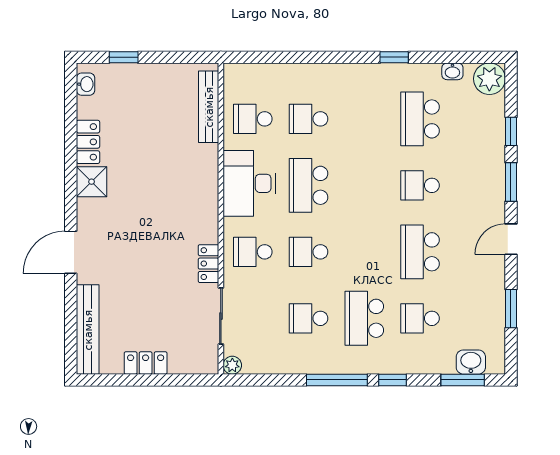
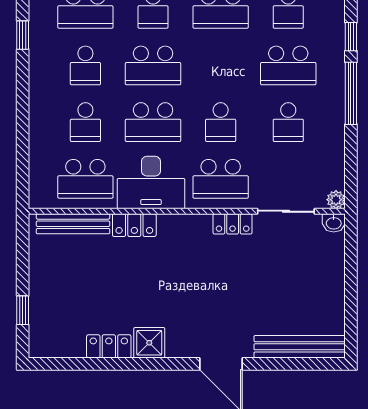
washbasin: (86, 84) -> (334, 223), moved, turned 180
school desk: (253, 119) -> (85, 179), width x1.85
school desk: (364, 119) -> (85, 65), added
school desk: (364, 185) -> (153, 65), added
school desk: (253, 252) -> (221, 179), width x1.85
locker: (146, 363) -> (134, 225), moved, turned -90

